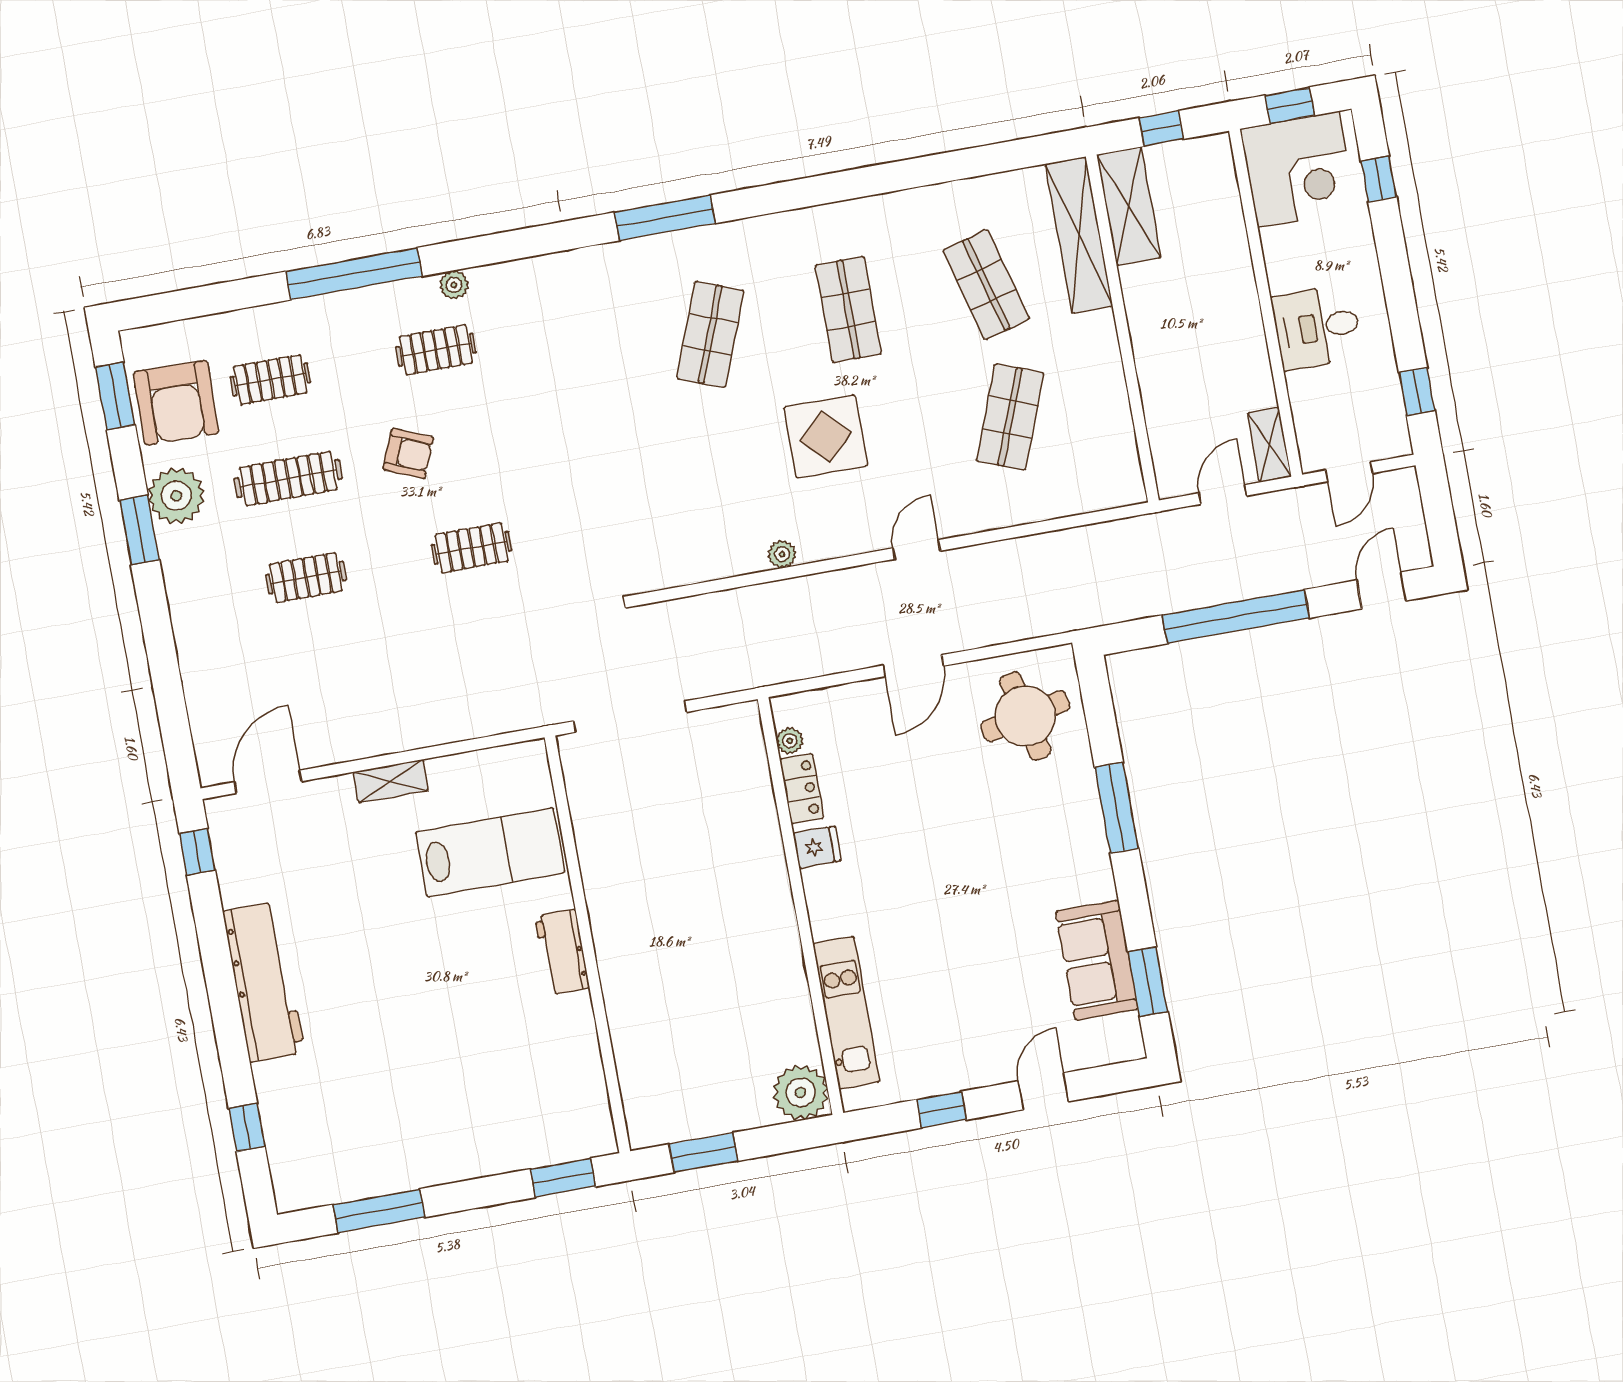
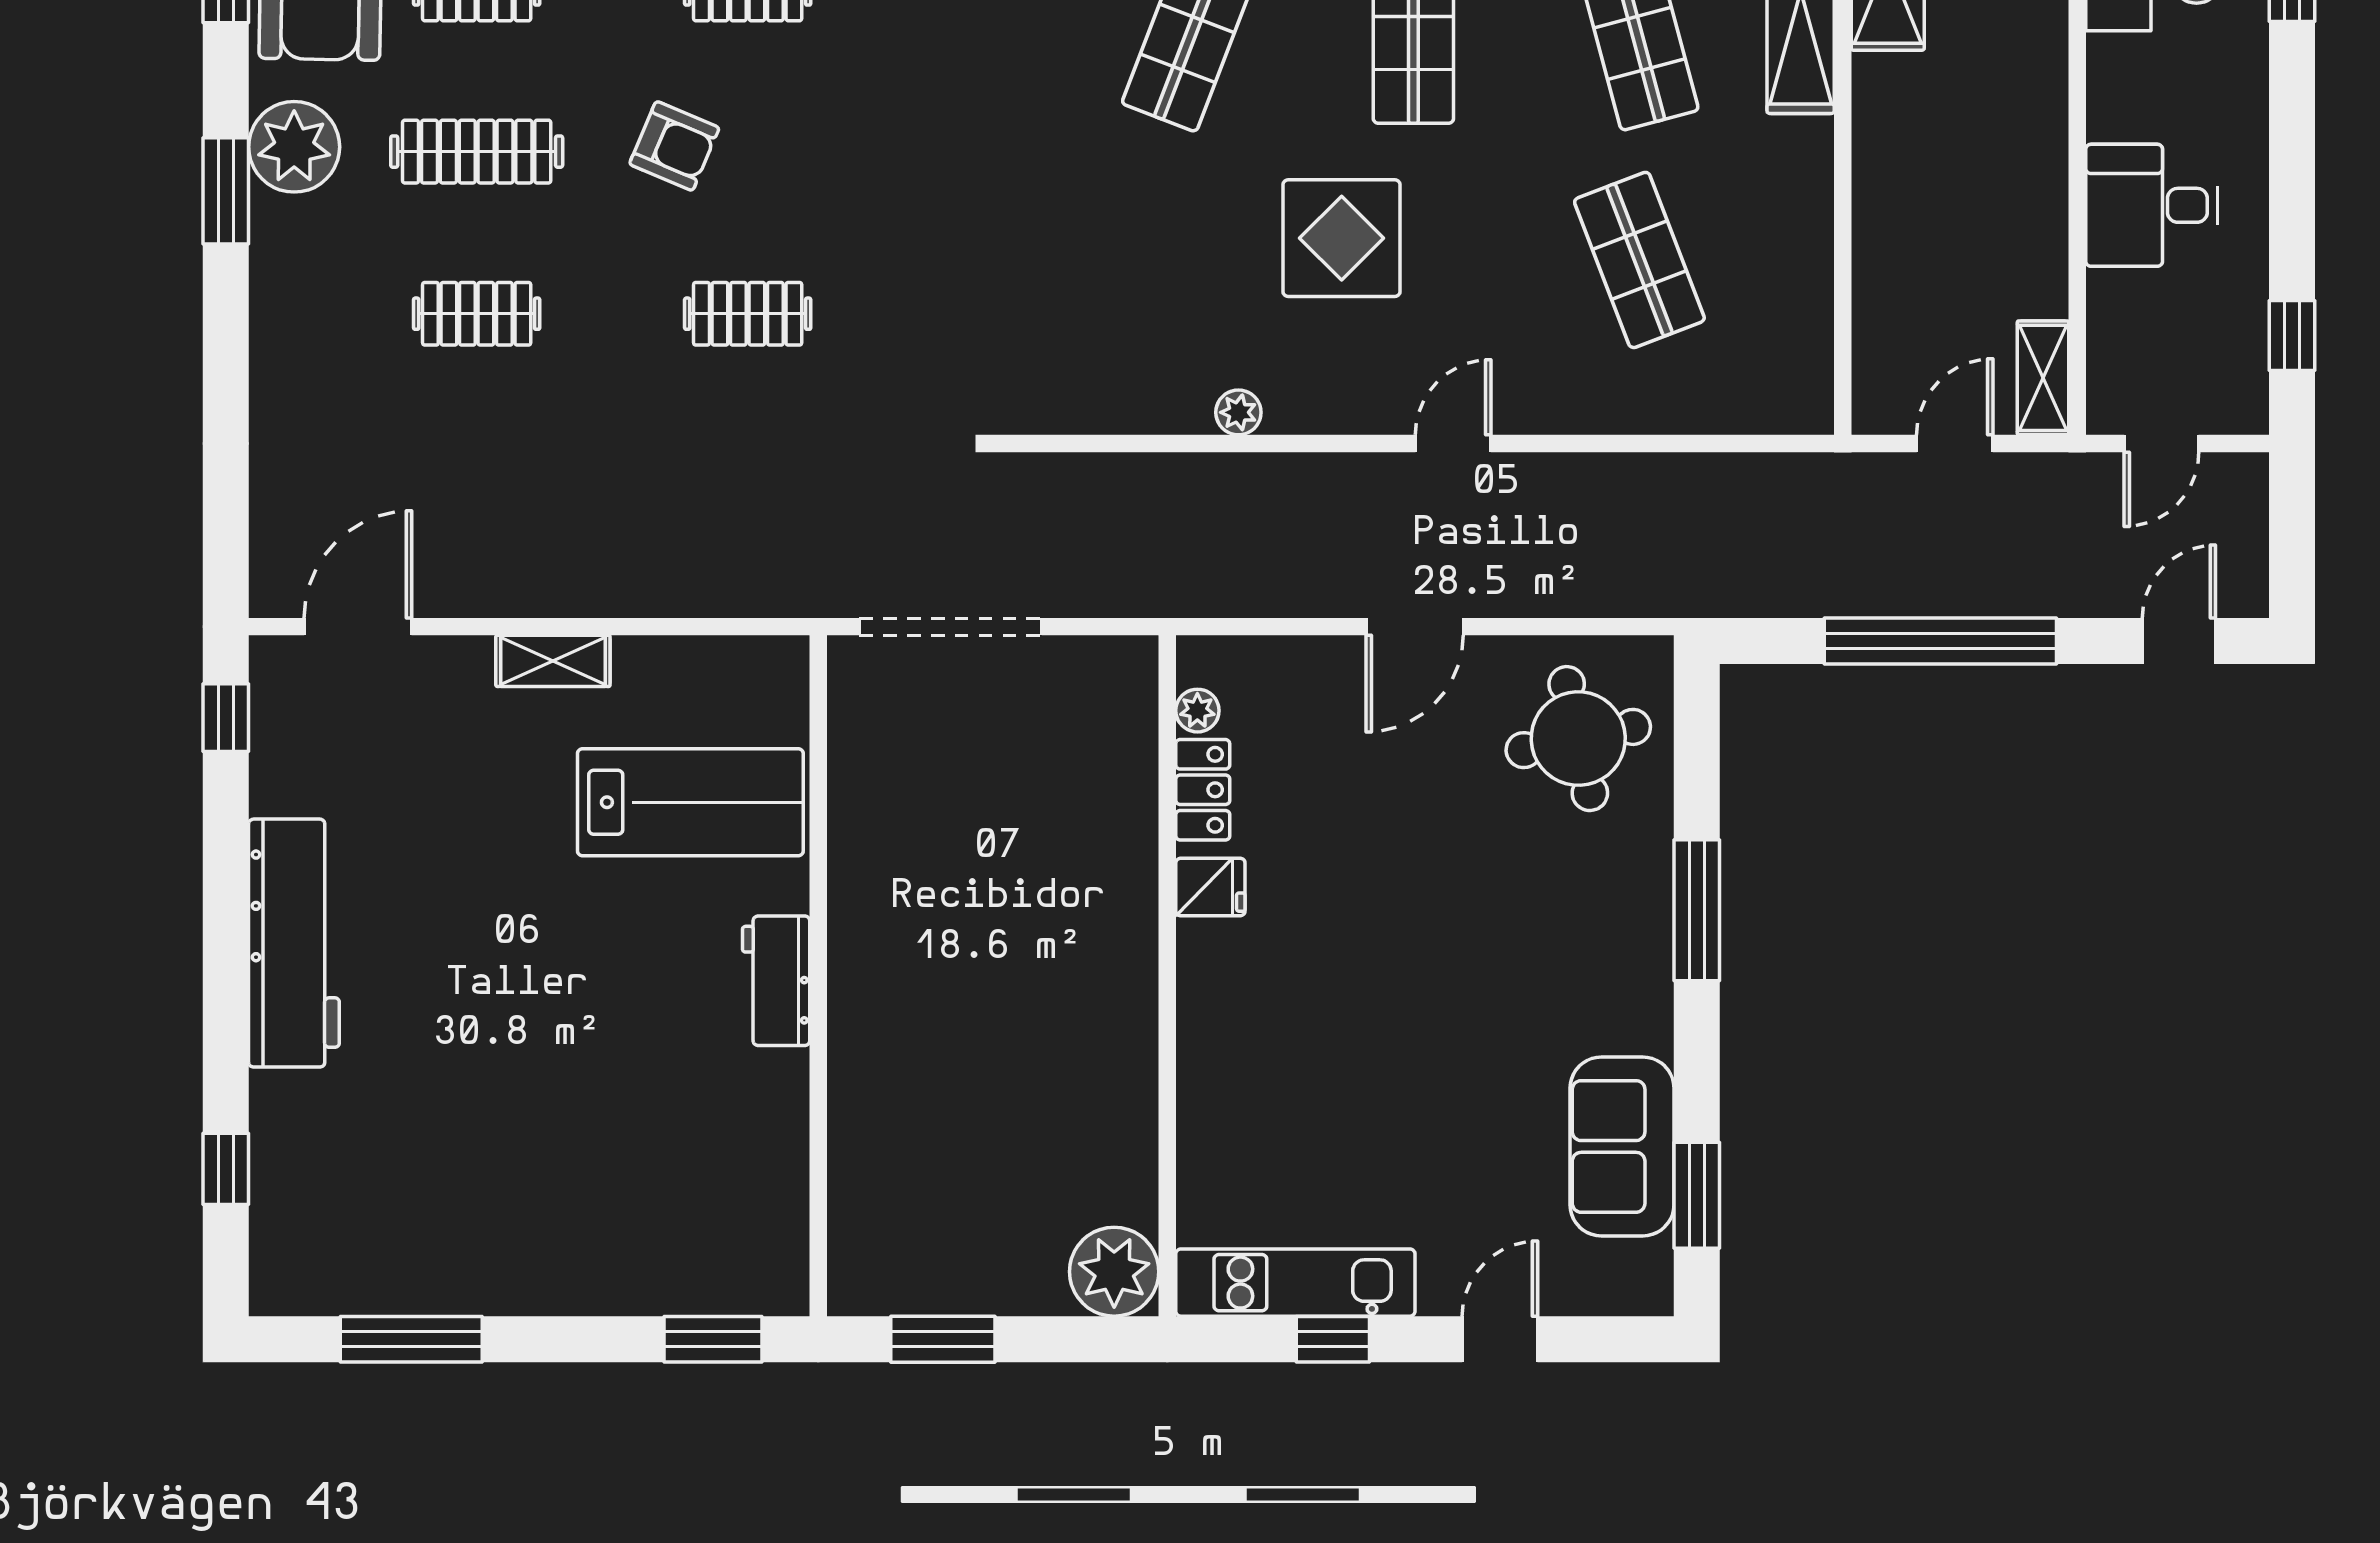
shop shelf: (1010, 417) -> (1639, 260), turned -42
kitchen unit: (846, 1013) -> (1295, 1283), moved, turned -90

